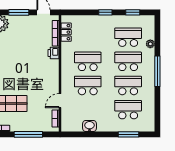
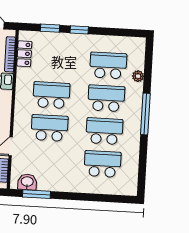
window: (133, 12) -> (50, 28), moved
washbasin: (89, 126) -> (27, 182), moved
window: (128, 134) -> (36, 194), moved

